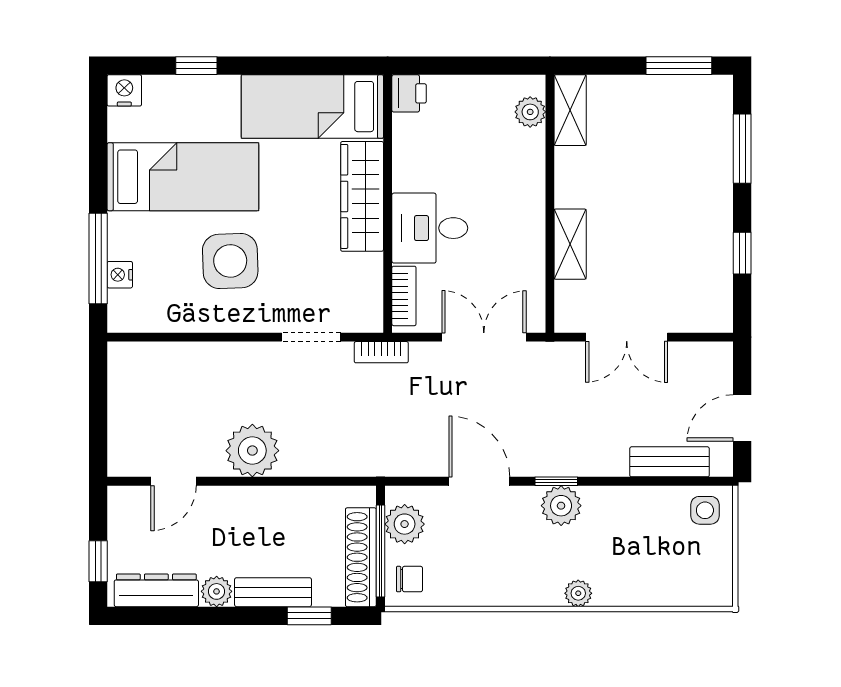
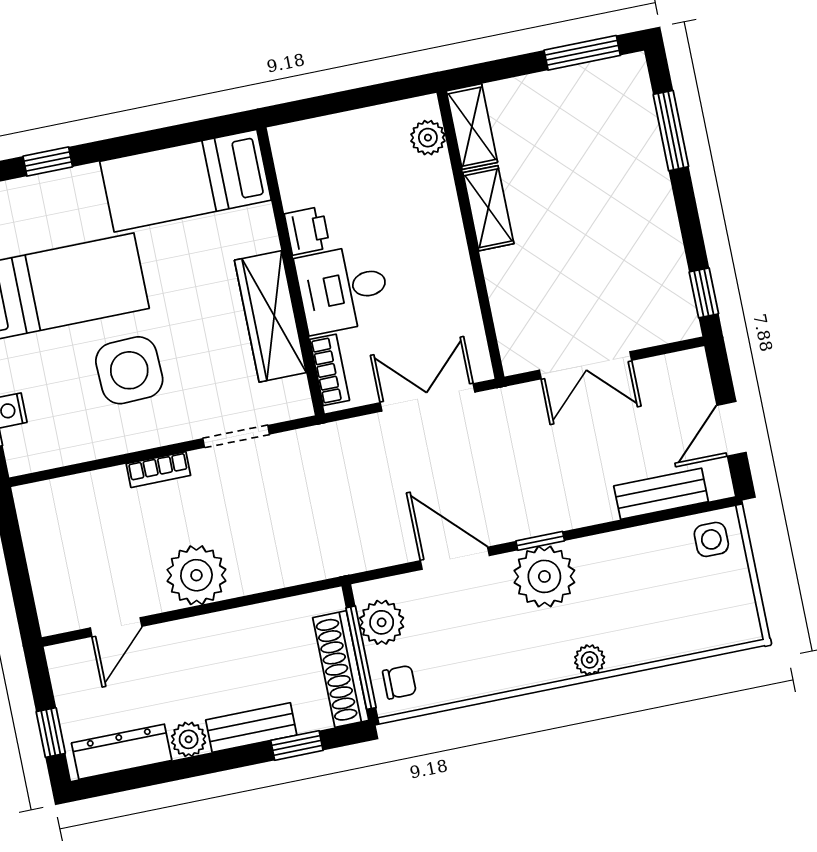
printer: (409, 93) -> (307, 231), moved
wardrobe: (362, 196) -> (270, 316), moved
shelving: (570, 244) -> (488, 208), moved
window: (742, 253) -> (704, 293), moved
bookcase: (381, 352) -> (158, 470), moved
plant: (561, 506) -> (544, 576), width x1.36, depth x1.36

